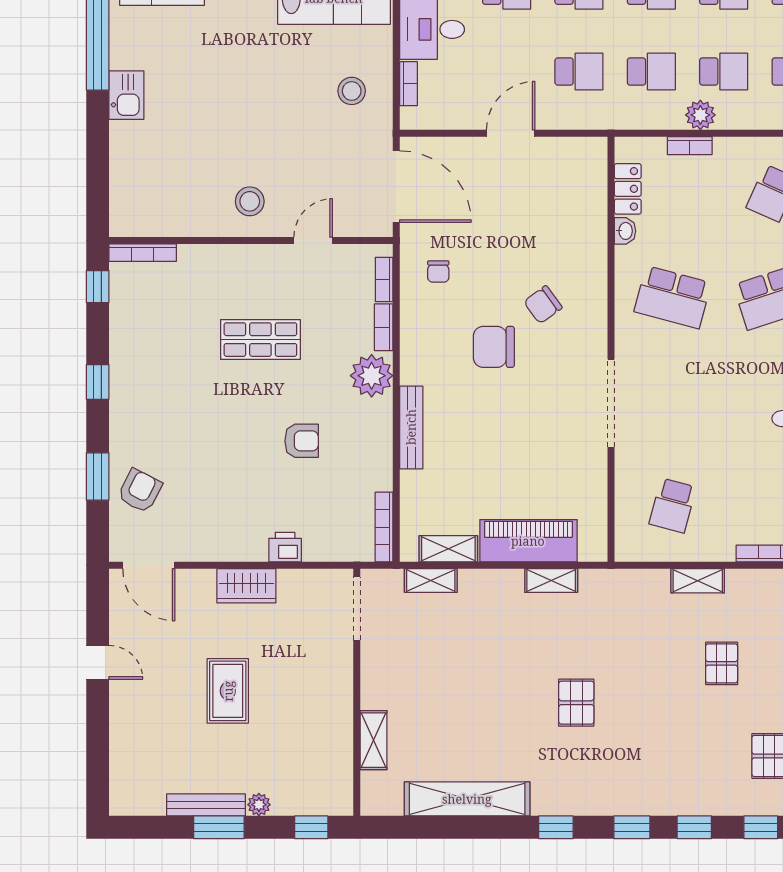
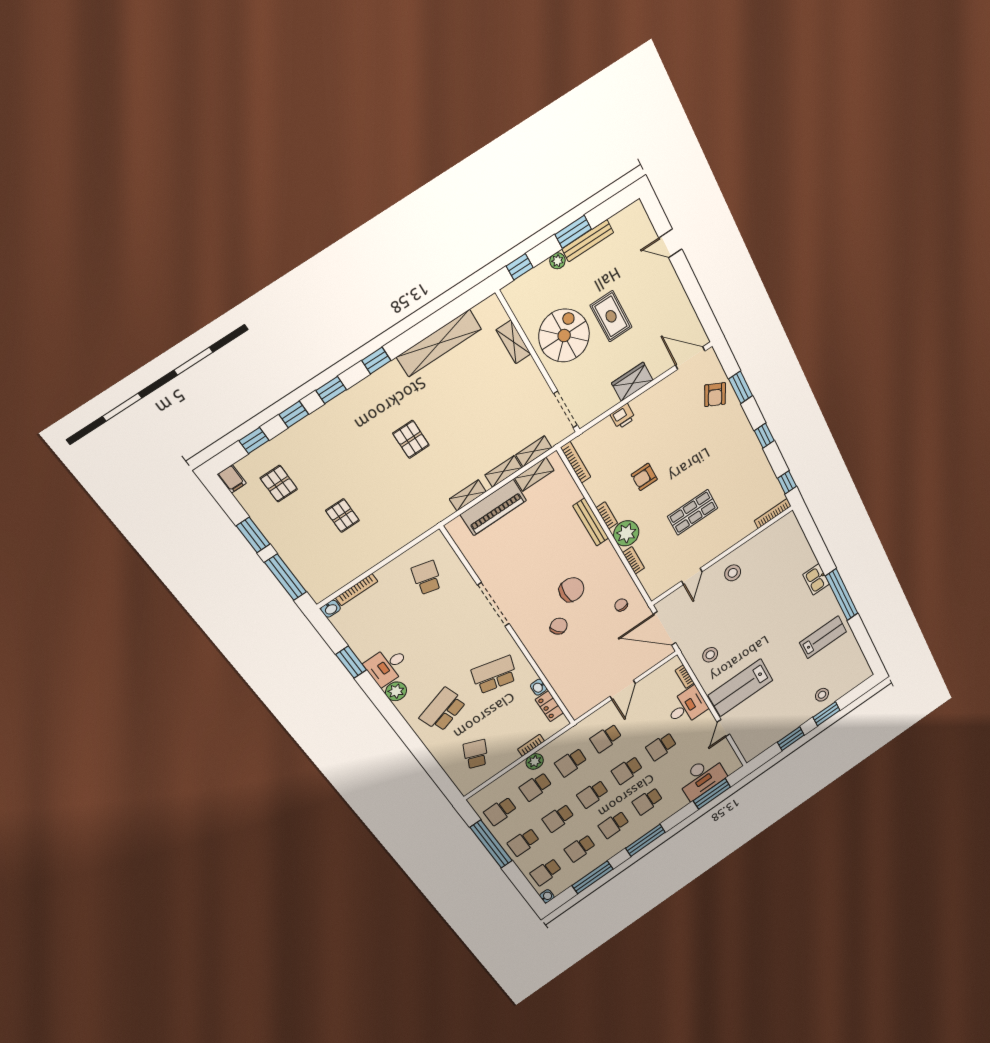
bookcase: (384, 280) -> (607, 515), moved
shelving: (698, 581) -> (503, 471), moved
door: (98, 662) -> (670, 244), moved
spiral stairs: (304, 706) -> (564, 336), added

